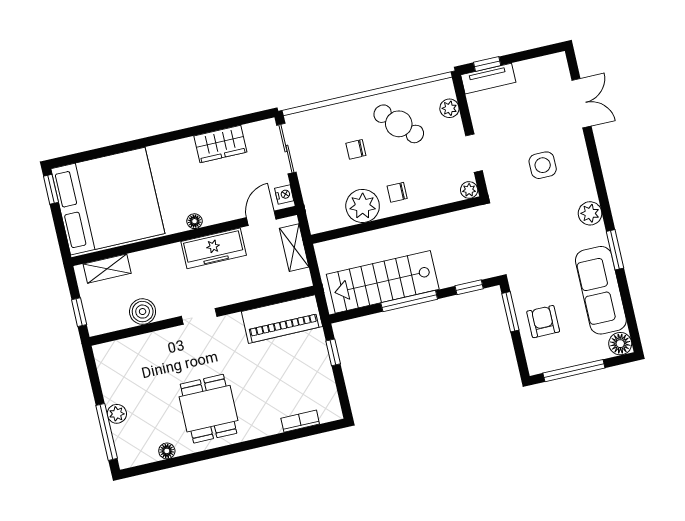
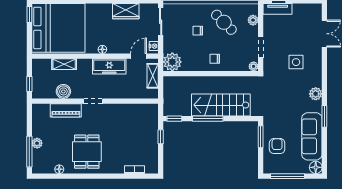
plant: (363, 206) -> (172, 62), moved
shelving: (107, 269) -> (64, 64), moved
stairs: (383, 282) -> (221, 105), moved
window: (469, 287) -> (174, 119), moved
piano: (282, 319) -> (66, 110), moved, width x0.73, depth x0.75

